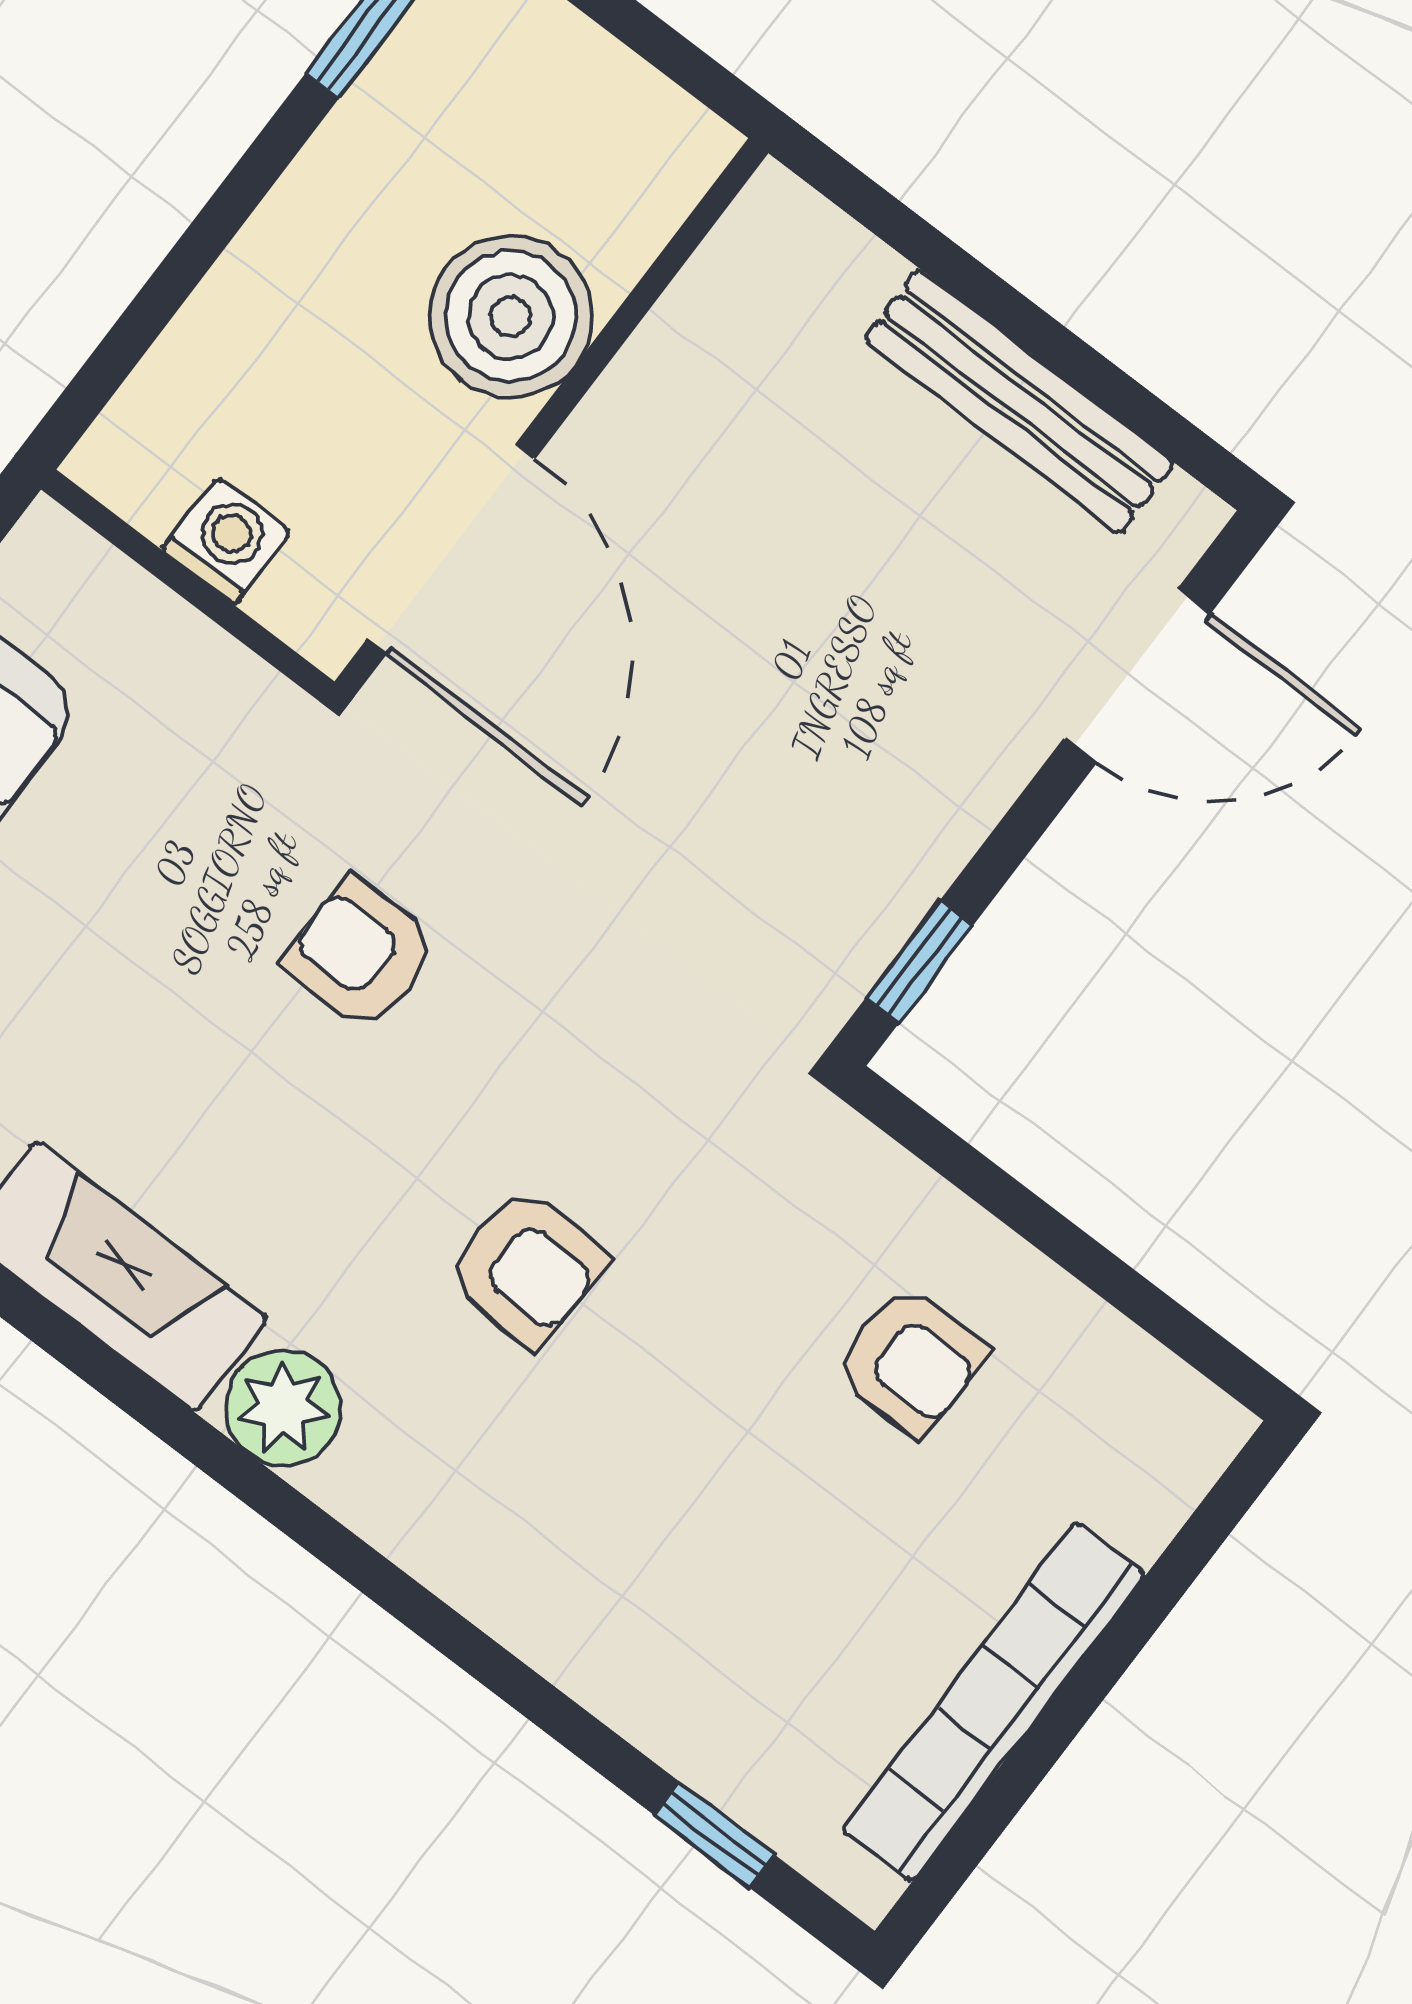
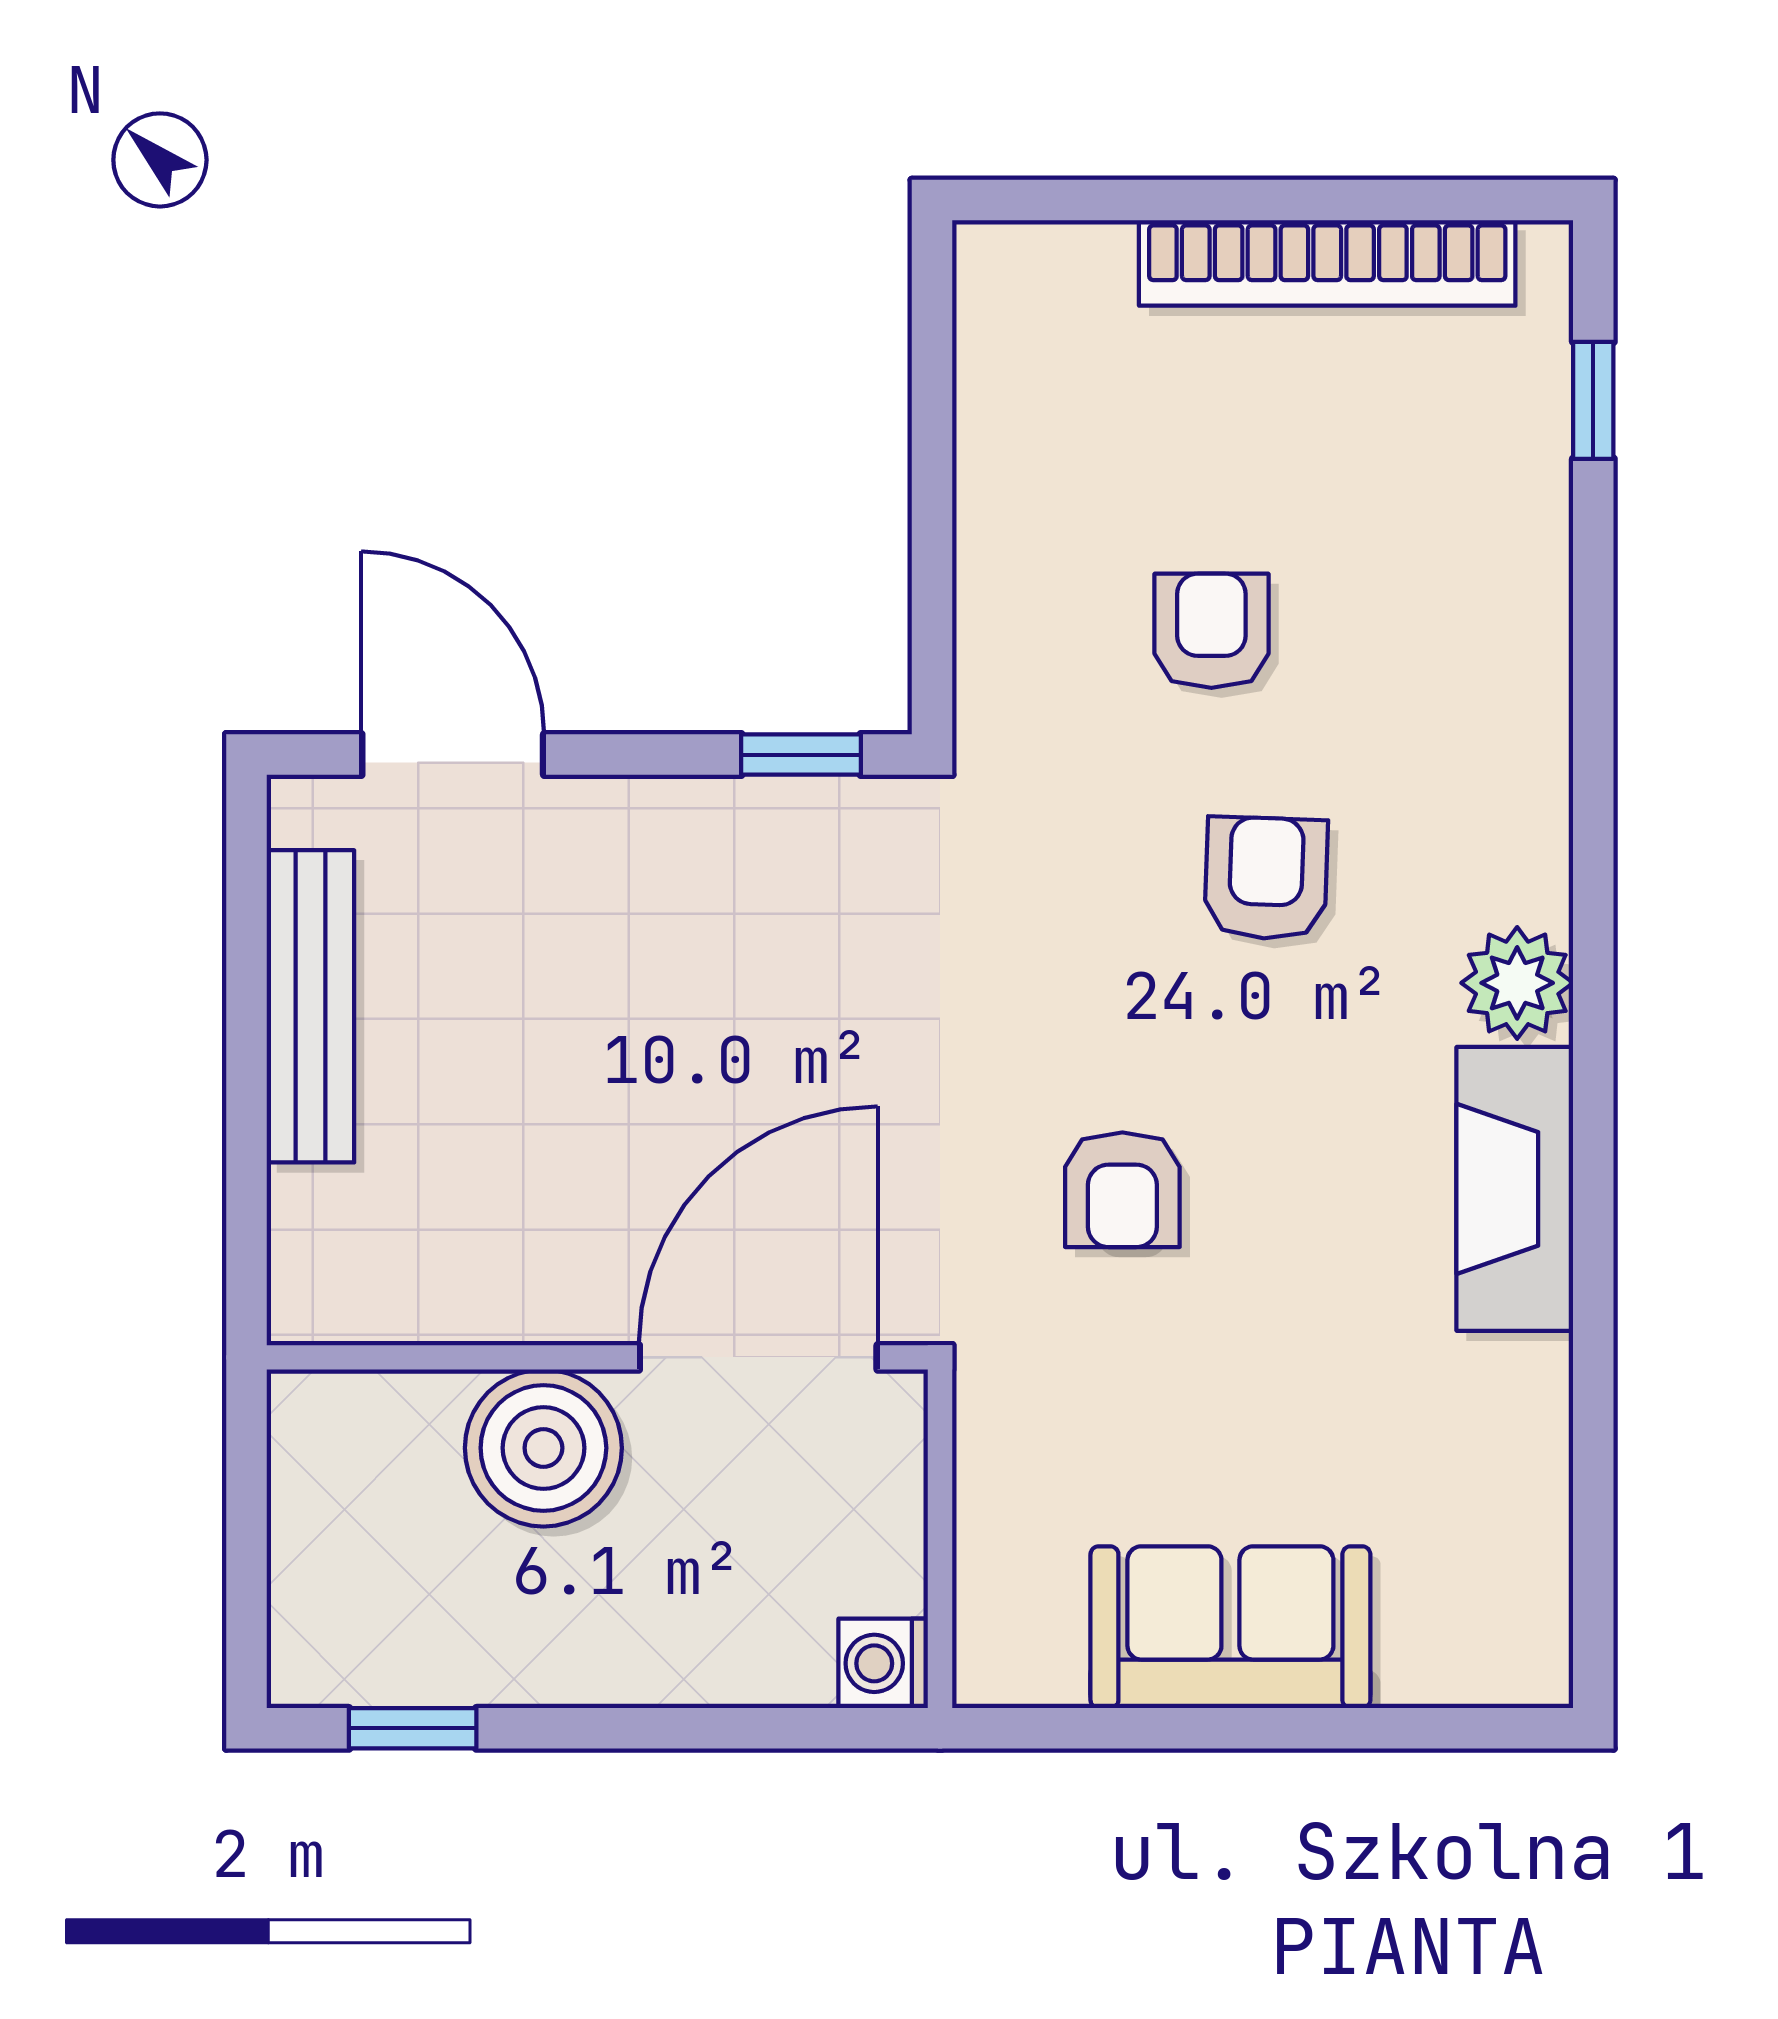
washing machine: (226, 541) -> (883, 1663), moved
armchair: (910, 1361) -> (1211, 631), moved

